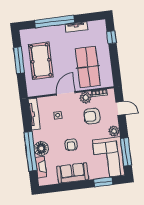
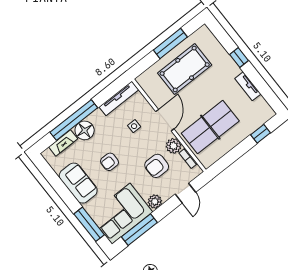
window: (54, 22) -> (239, 58), width x0.32
door: (66, 93) -> (165, 120), hinge flipped
armchair: (92, 116) -> (157, 166), turned -90
window: (103, 182) -> (89, 224), width x1.44

